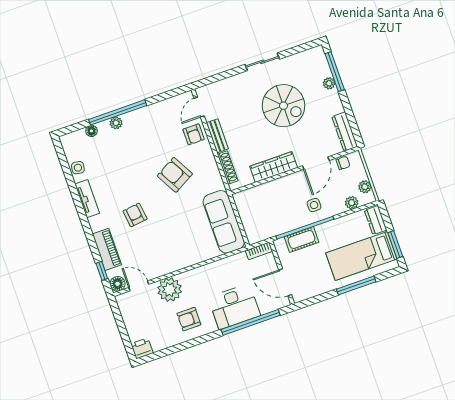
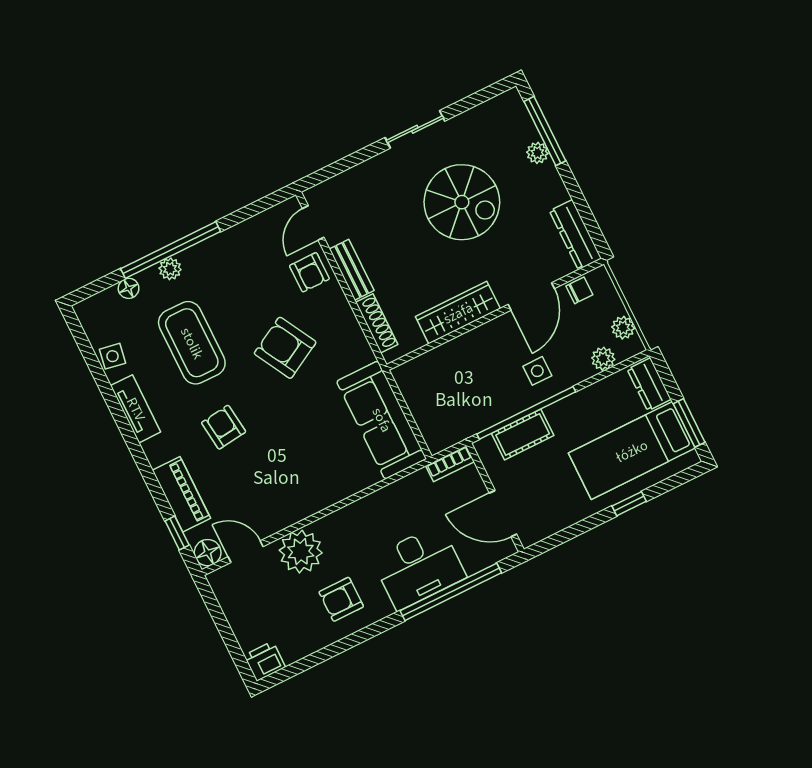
coffee table: (123, 166) -> (192, 343), added
window: (356, 285) -> (629, 504), width x0.46

